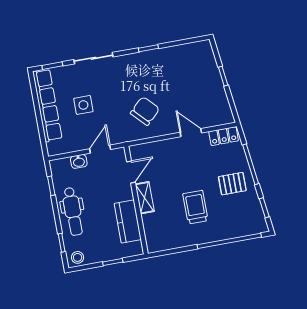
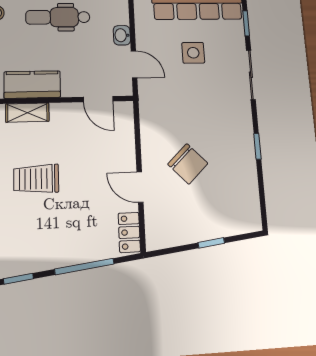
chair: (145, 111) -> (188, 164), moved
door: (191, 133) -> (140, 187), swing flipped
pallet: (232, 184) -> (61, 236), removed
shelving: (145, 198) -> (27, 113), moved
trolley: (195, 207) -> (36, 179), turned 180

